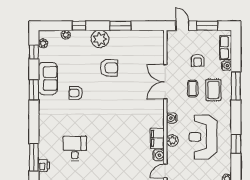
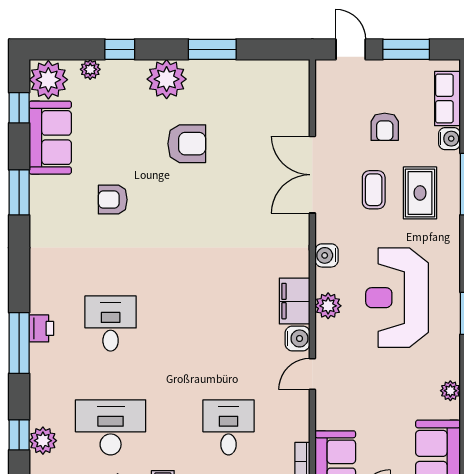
plant: (43, 43) -> (48, 80), width x1.88, depth x1.88
sofa: (48, 78) -> (50, 138), moved
printer: (44, 165) -> (41, 328), moved

